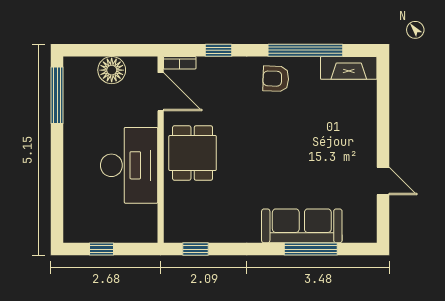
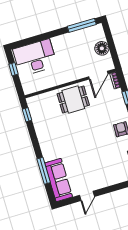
desk: (129, 165) -> (35, 58), moved, turned 180
sofa: (302, 226) -> (59, 180), moved

